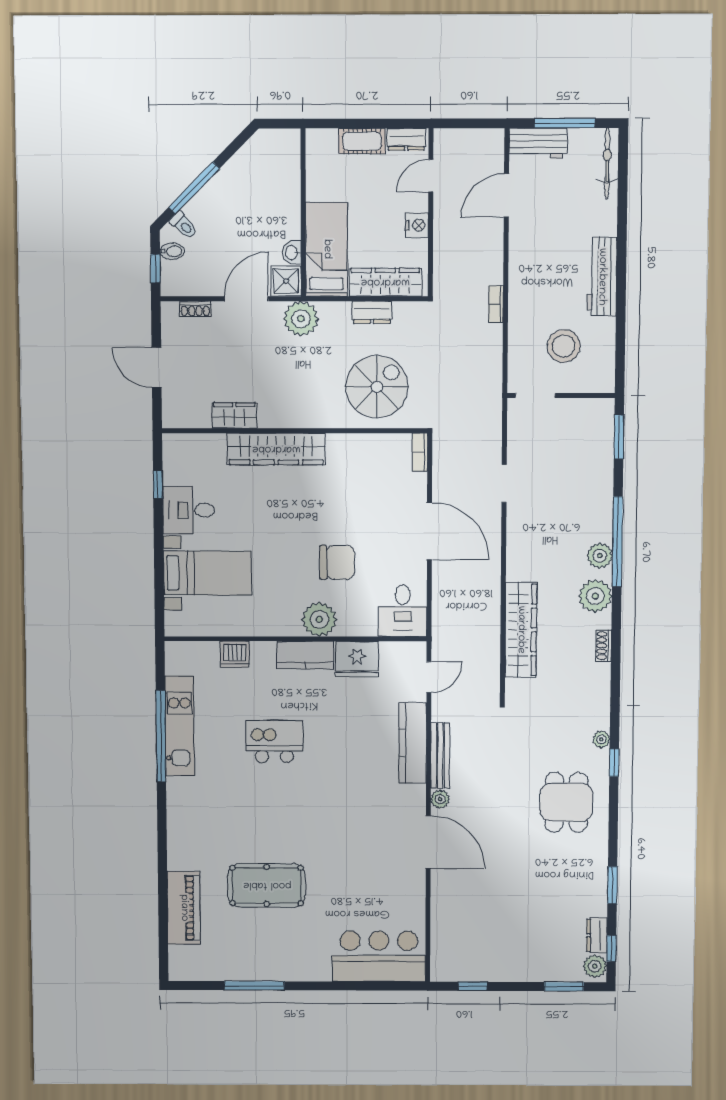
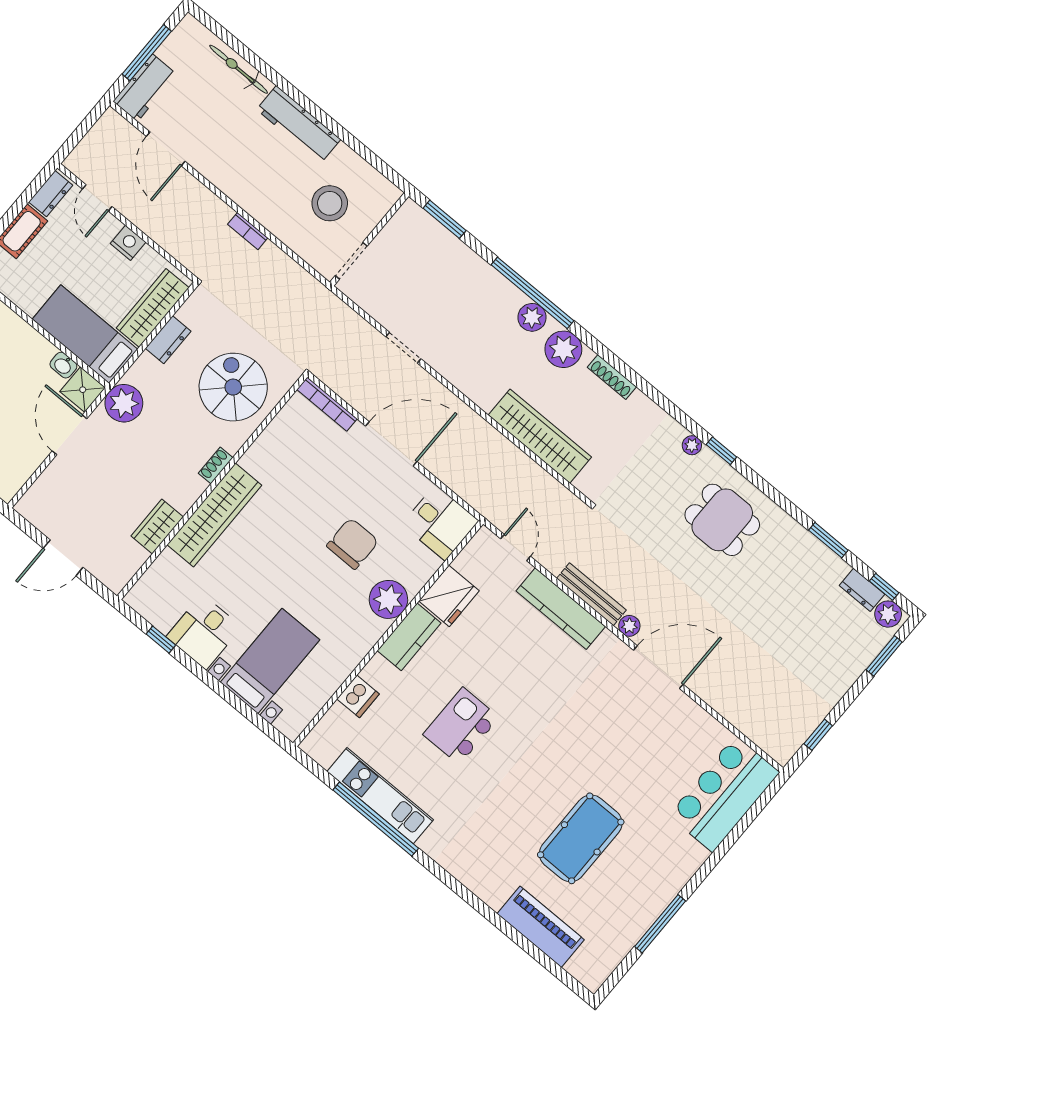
bicycle: (607, 163) -> (239, 69), moved
shoe rack: (195, 309) -> (216, 465), moved, turned 180
bookcase: (420, 452) -> (327, 404), width x1.56
shoe rack: (603, 646) -> (612, 377), width x1.43

